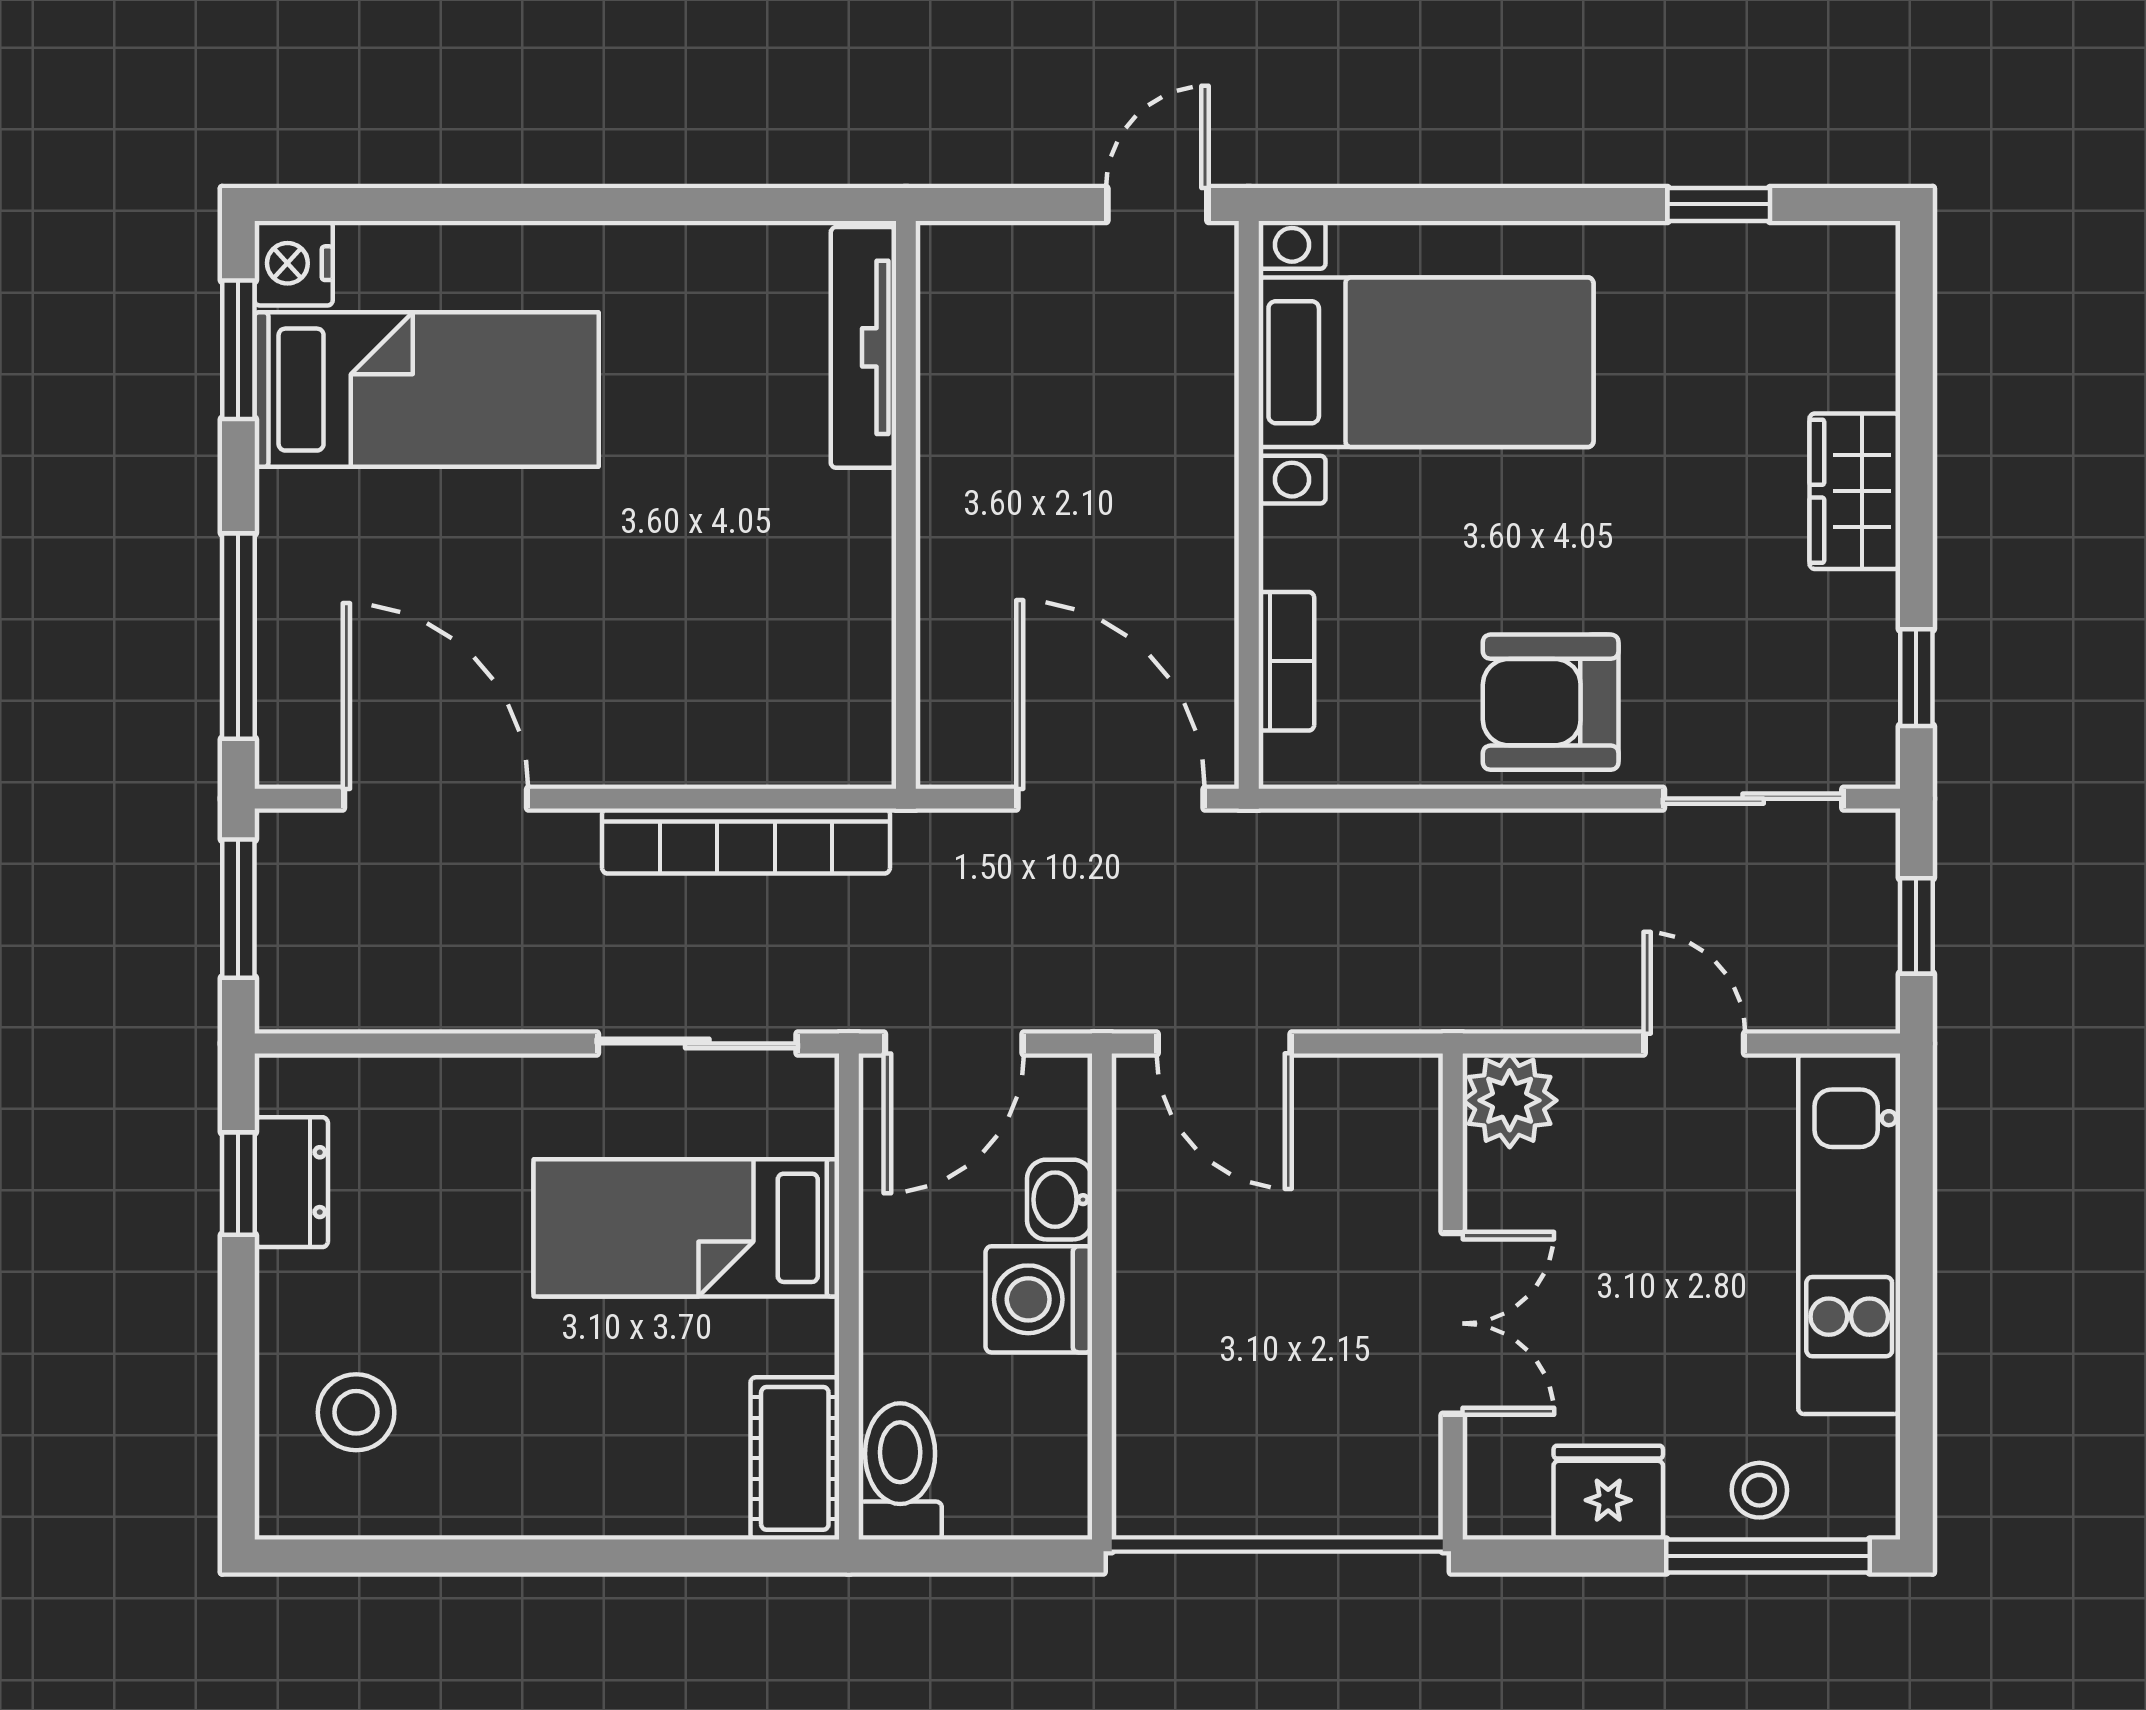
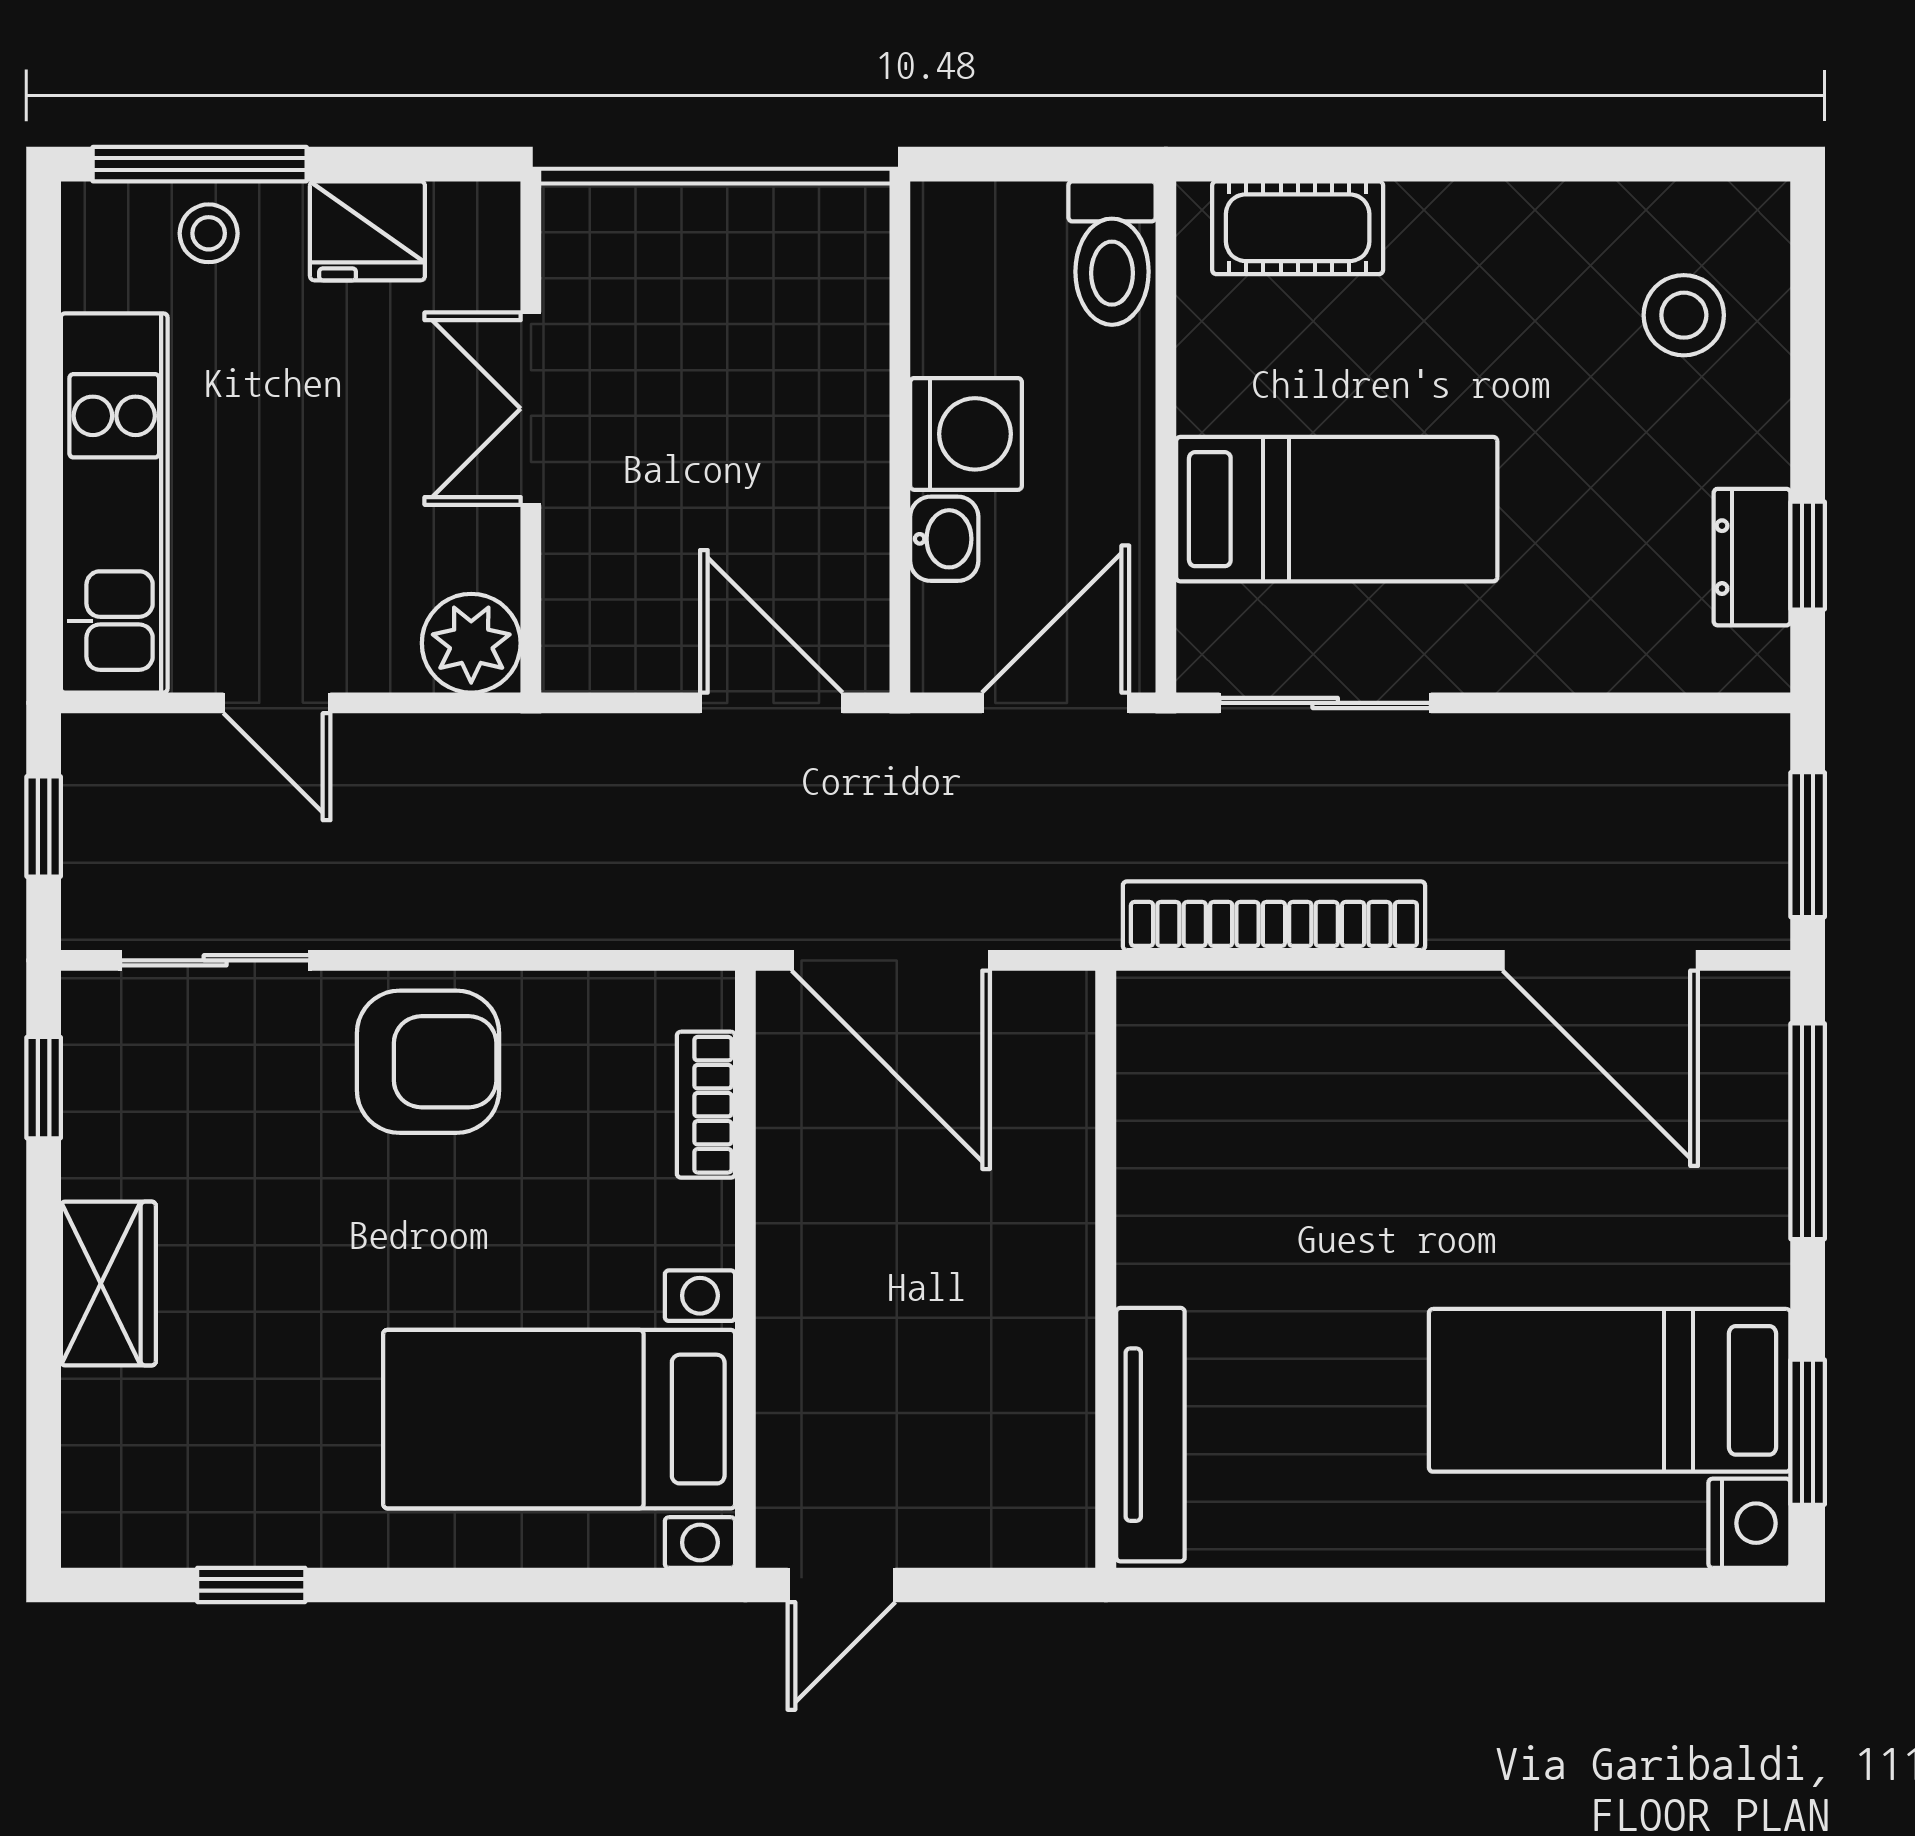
cot: (795, 1458) -> (1298, 228), moved, turned 90

